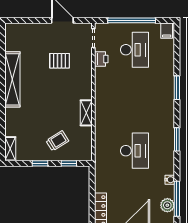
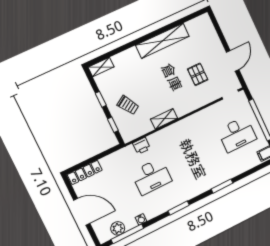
printer: (101, 59) -> (141, 146), moved

